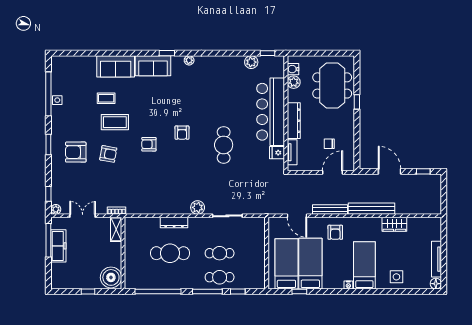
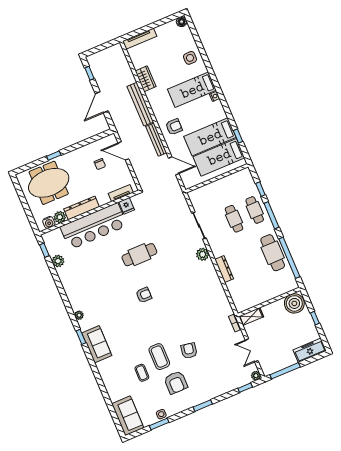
sofa: (116, 66) -> (128, 416), moved
window: (48, 94) -> (159, 424), width x0.47
dresser: (294, 121) -> (82, 208), moved
armchair: (149, 144) -> (166, 319), removed
armchair: (76, 152) -> (176, 382), moved
door: (297, 216) -> (174, 166), hinge flipped
freezer: (58, 246) -> (310, 350), moved
cafe table: (170, 253) -> (273, 253), moved
tv unit: (436, 259) -> (140, 39), moved

